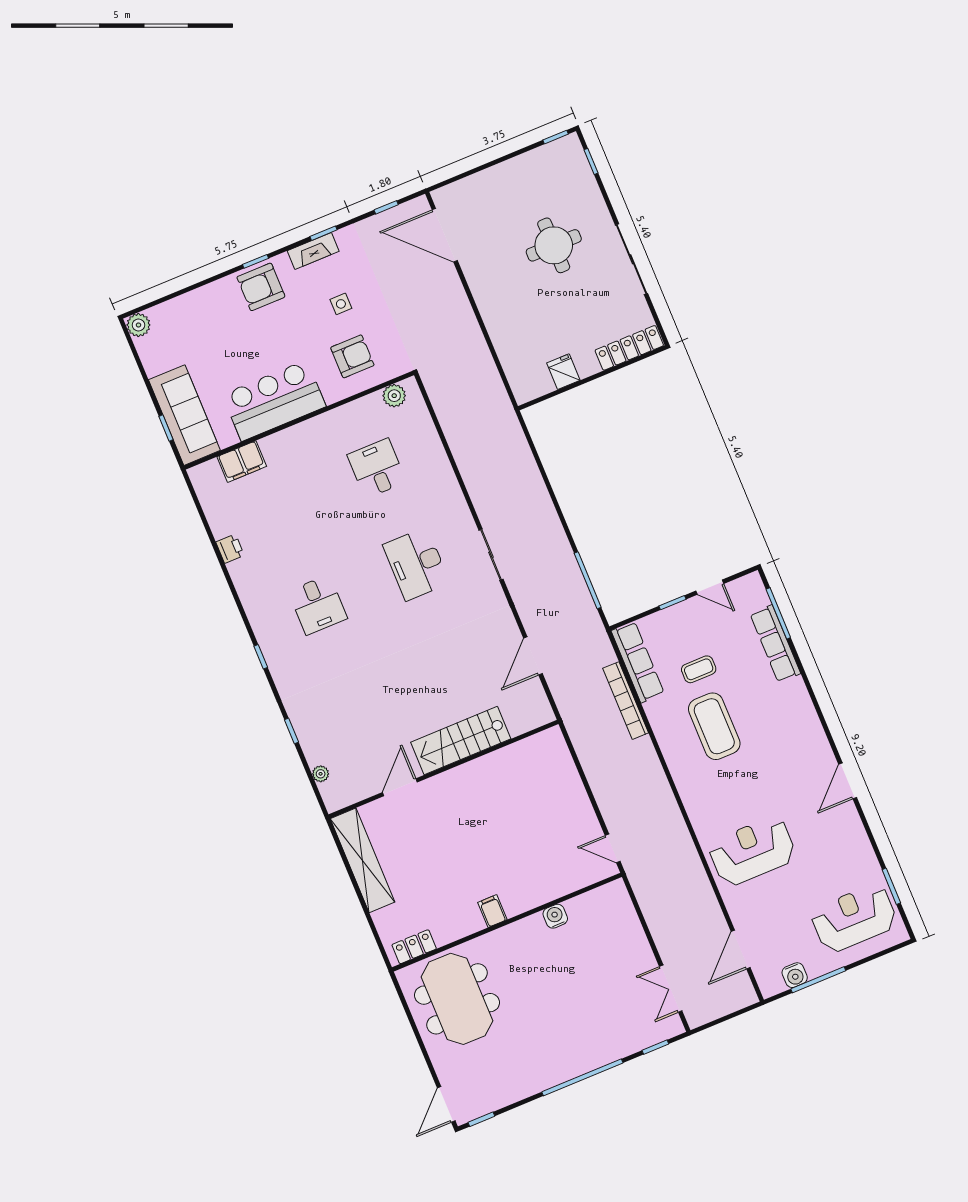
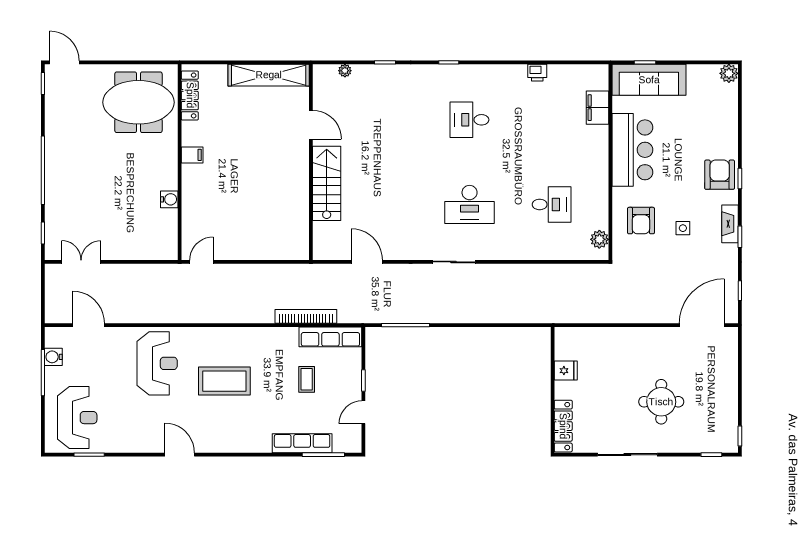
desk: (416, 564) -> (470, 204), turned 180
coffee table: (714, 726) -> (224, 381), moved
locker: (414, 947) -> (190, 95), width x1.53

